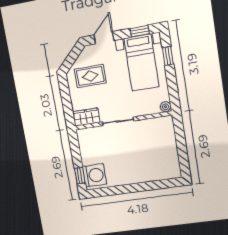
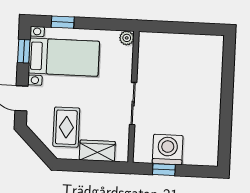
wardrobe: (86, 117) -> (97, 151), moved, turned 90
window: (80, 175) -> (164, 170), moved
washing machine: (94, 175) -> (168, 149), moved

